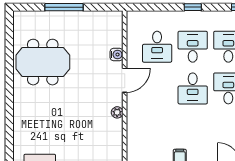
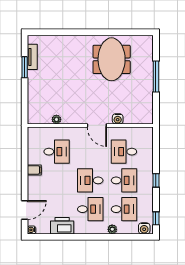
plant: (117, 112) -> (56, 119), moved
desk: (157, 130) -> (57, 152), added

